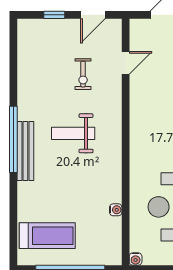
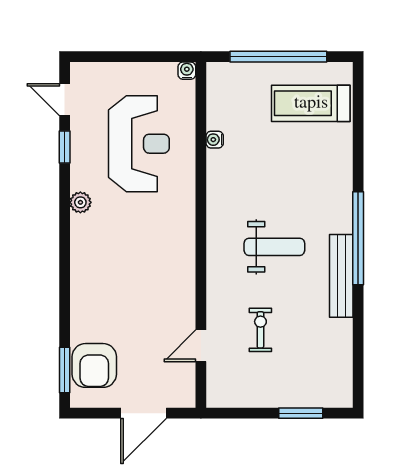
window: (54, 15) -> (301, 413), width x1.50
door: (93, 15) -> (247, 413), removed
bench: (25, 151) -> (341, 276), moved

